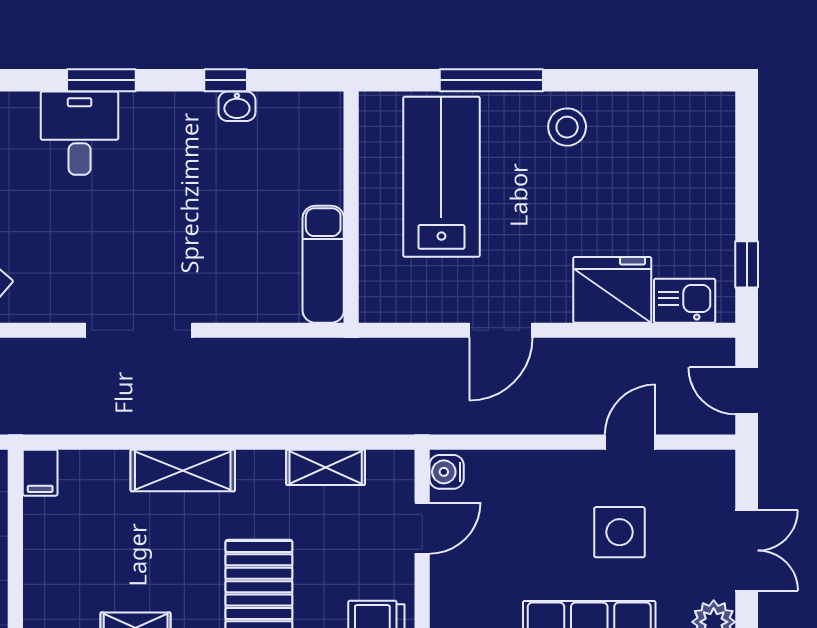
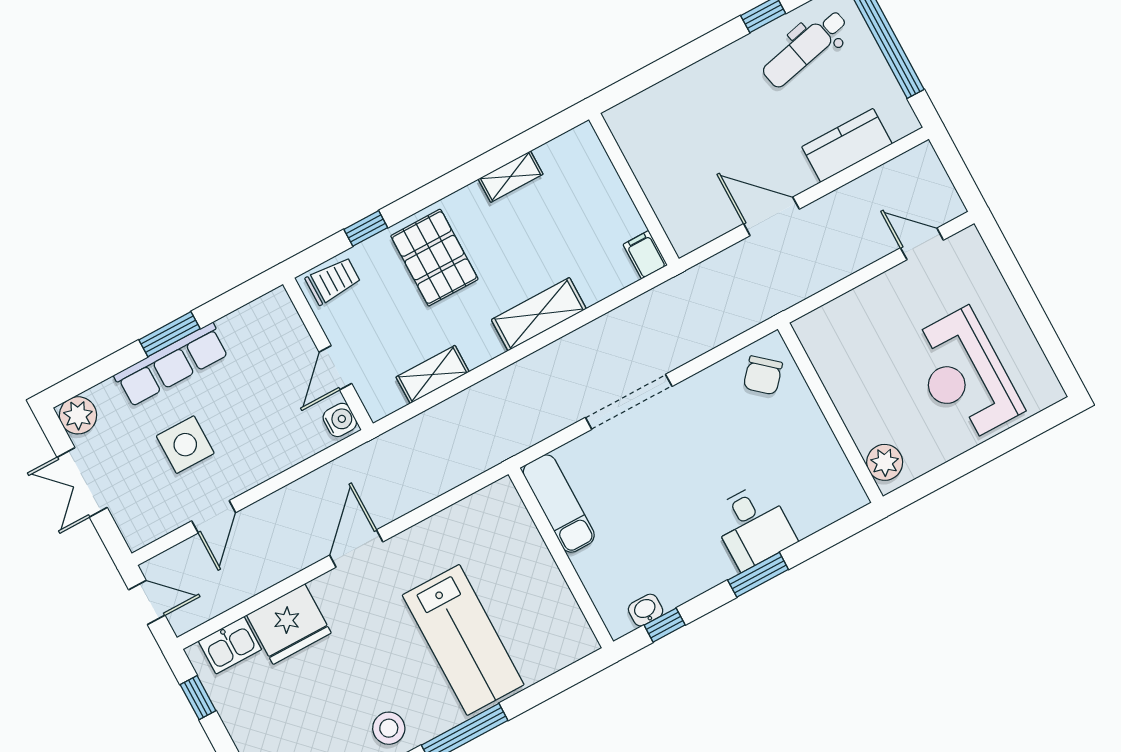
wall: (351, 207) -> (561, 558), moved
exam couch: (323, 264) -> (559, 504), moved

